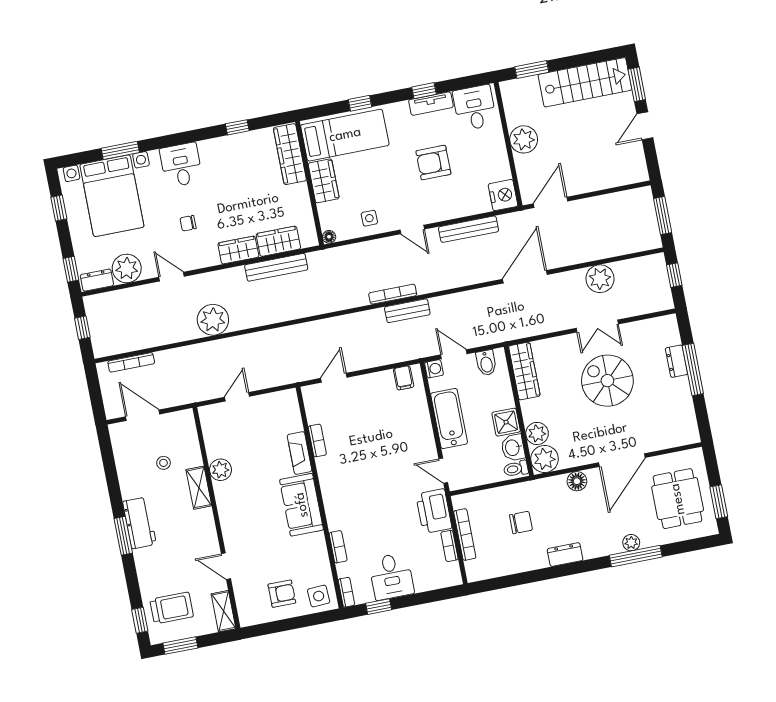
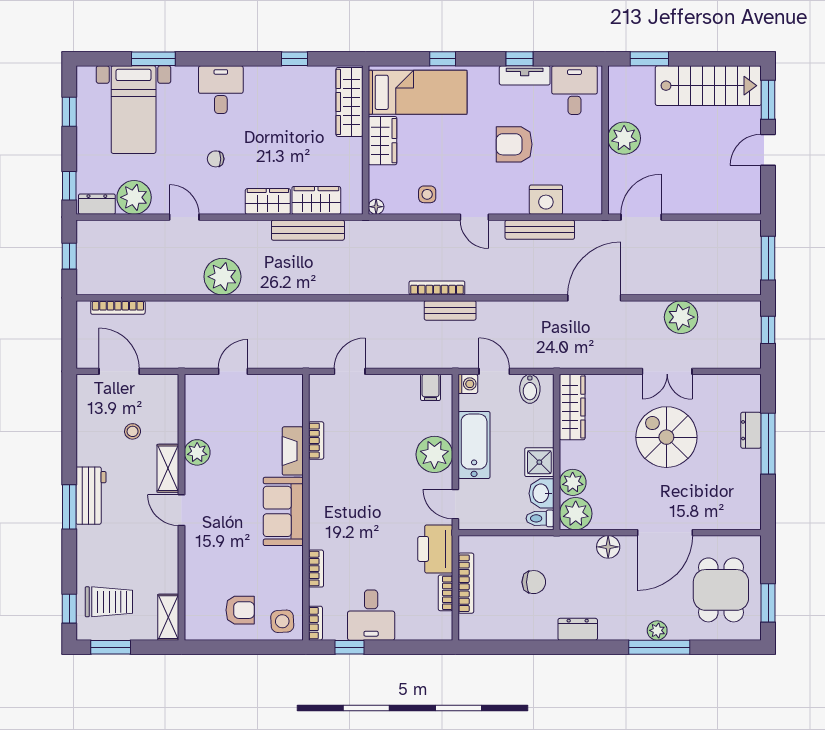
nightstand: (503, 195) -> (546, 200), moved, turned 90
bed with nightstands: (112, 196) -> (134, 110), width x0.73
plant: (418, 433) -> (434, 454), added
door: (226, 566) -> (181, 510), moved

